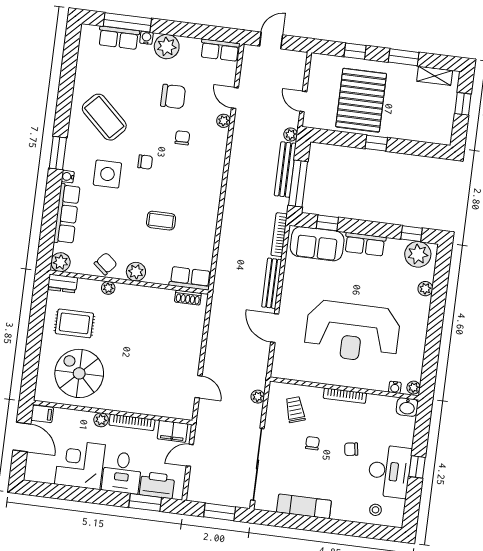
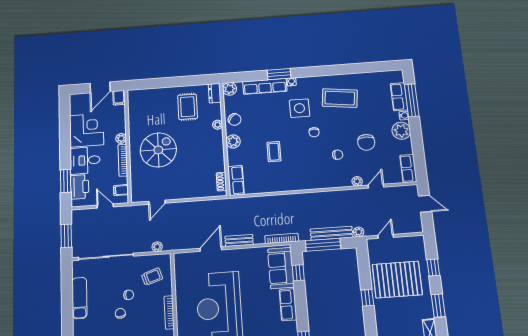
coffee table: (104, 117) -> (340, 98), turned 54
window: (58, 153) -> (279, 74), moved
bench: (272, 283) -> (239, 240), width x0.73
spiral stairs: (79, 373) -> (158, 150), moved
filing cabinet: (173, 431) -> (121, 190), width x0.50
chair: (351, 449) -> (120, 313), moved

